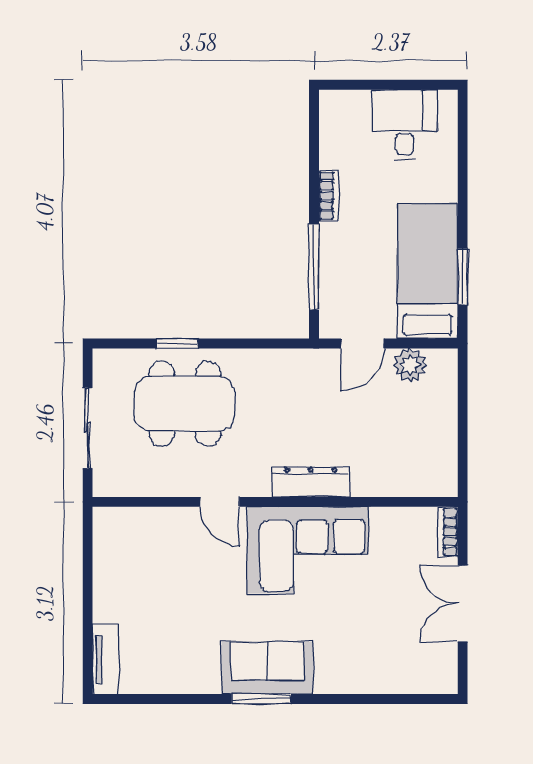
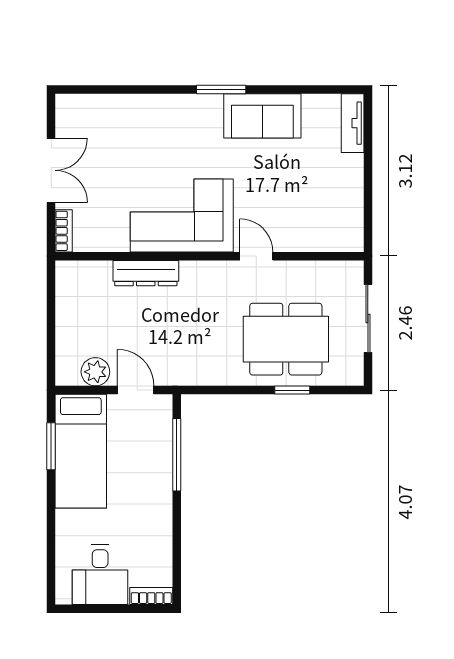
bookcase: (329, 196) -> (151, 596), moved, turned 90
door: (362, 343) -> (136, 390), hinge flipped
dresser: (311, 482) -> (146, 273), moved
sofa: (267, 668) -> (262, 116), moved

